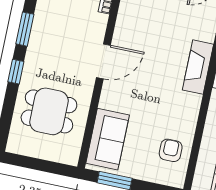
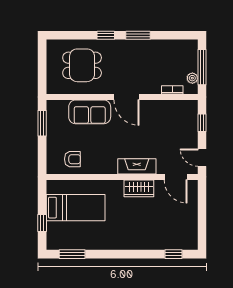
dining table: (49, 111) -> (82, 65), turned 90
sofa: (108, 139) -> (90, 112), moved

